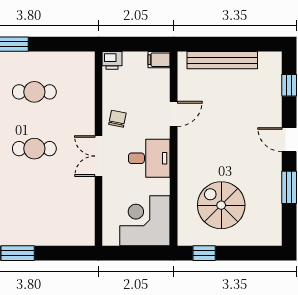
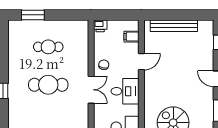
filing cabinet: (159, 60) -> (132, 37), moved
cafe table: (34, 149) -> (48, 85), width x1.37, depth x1.35
double door: (98, 156) -> (91, 90), swing flipped

